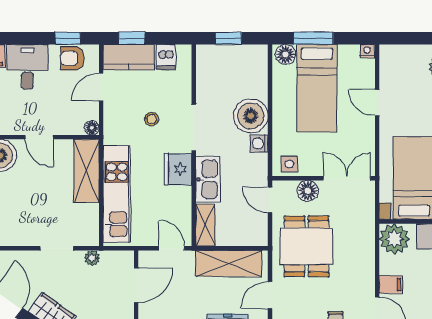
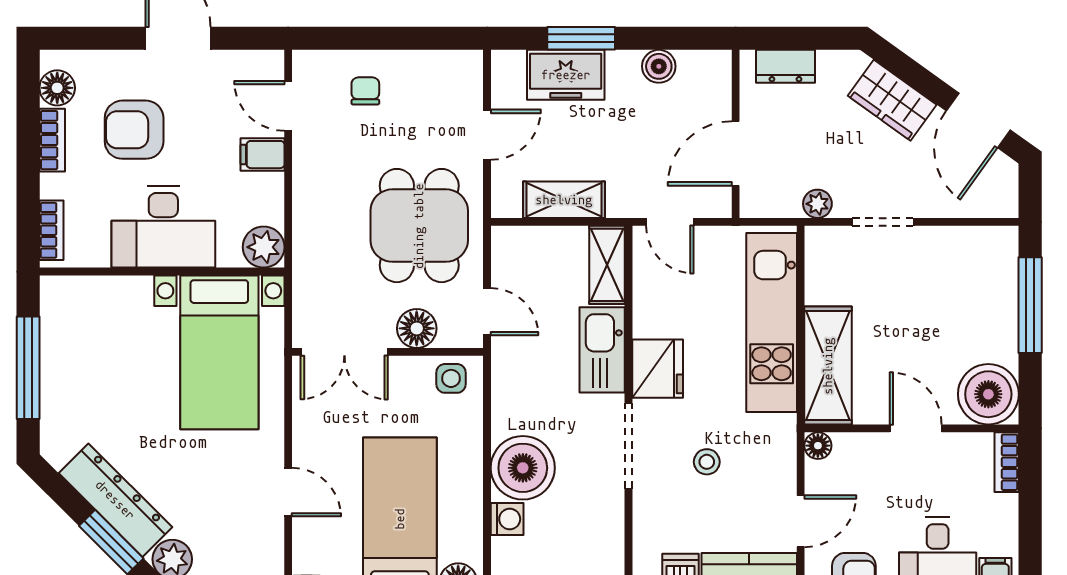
washing machine: (259, 143) -> (507, 519), moved
plant: (394, 239) -> (264, 247), width x0.73, depth x0.73
shelving: (229, 264) -> (564, 200), width x0.67, depth x0.75

